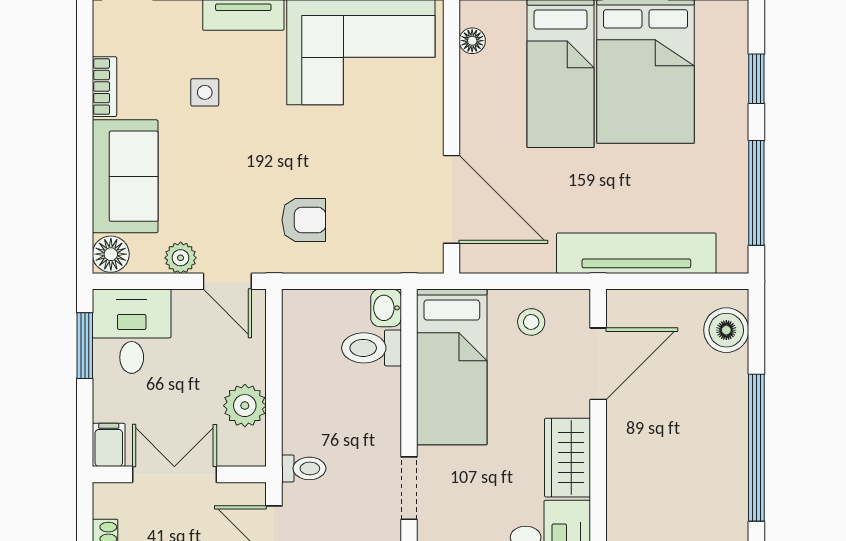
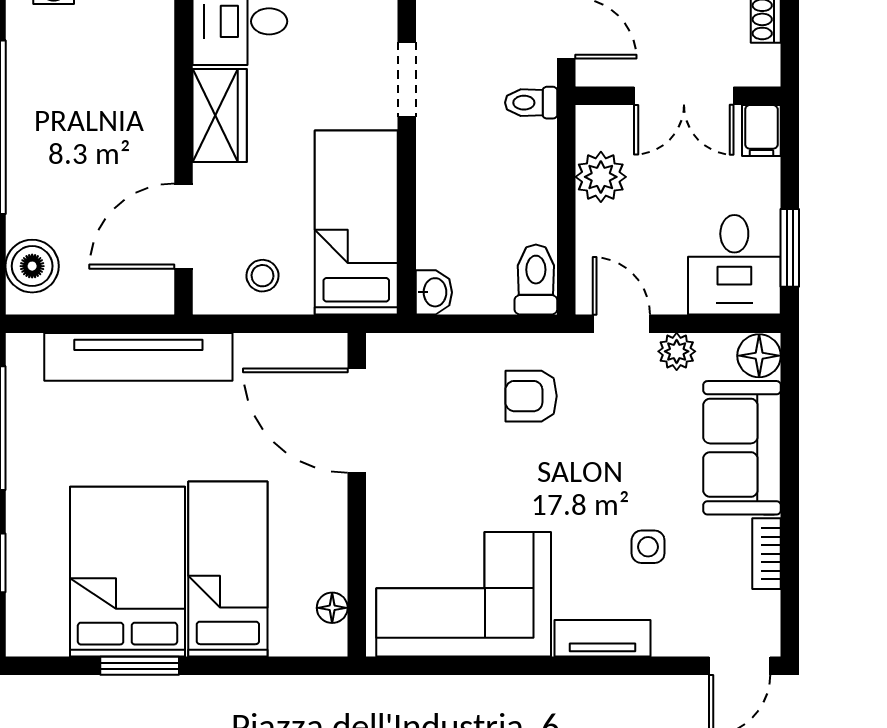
toilet: (372, 348) -> (536, 279), moved, turned -90

